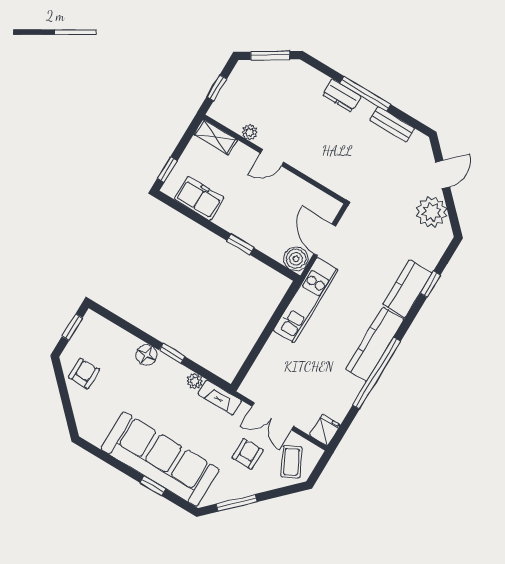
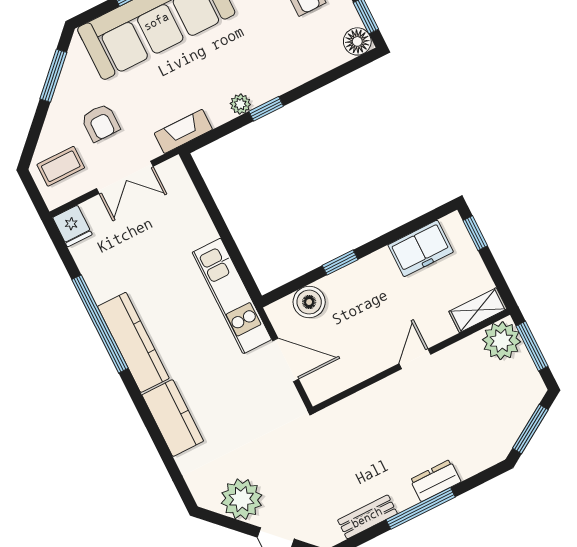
window: (217, 88) -> (532, 346), width x1.50
plant: (250, 132) -> (502, 341), moved, width x1.87, depth x1.87
boiler: (296, 259) -> (309, 302), moved
window: (430, 284) -> (162, 447), removed
floor lamp: (146, 355) -> (357, 41), moved
plant: (195, 381) -> (240, 104), moved
double door: (273, 416) -> (125, 177), swing flipped
coffee table: (291, 462) -> (61, 166), turned -63

